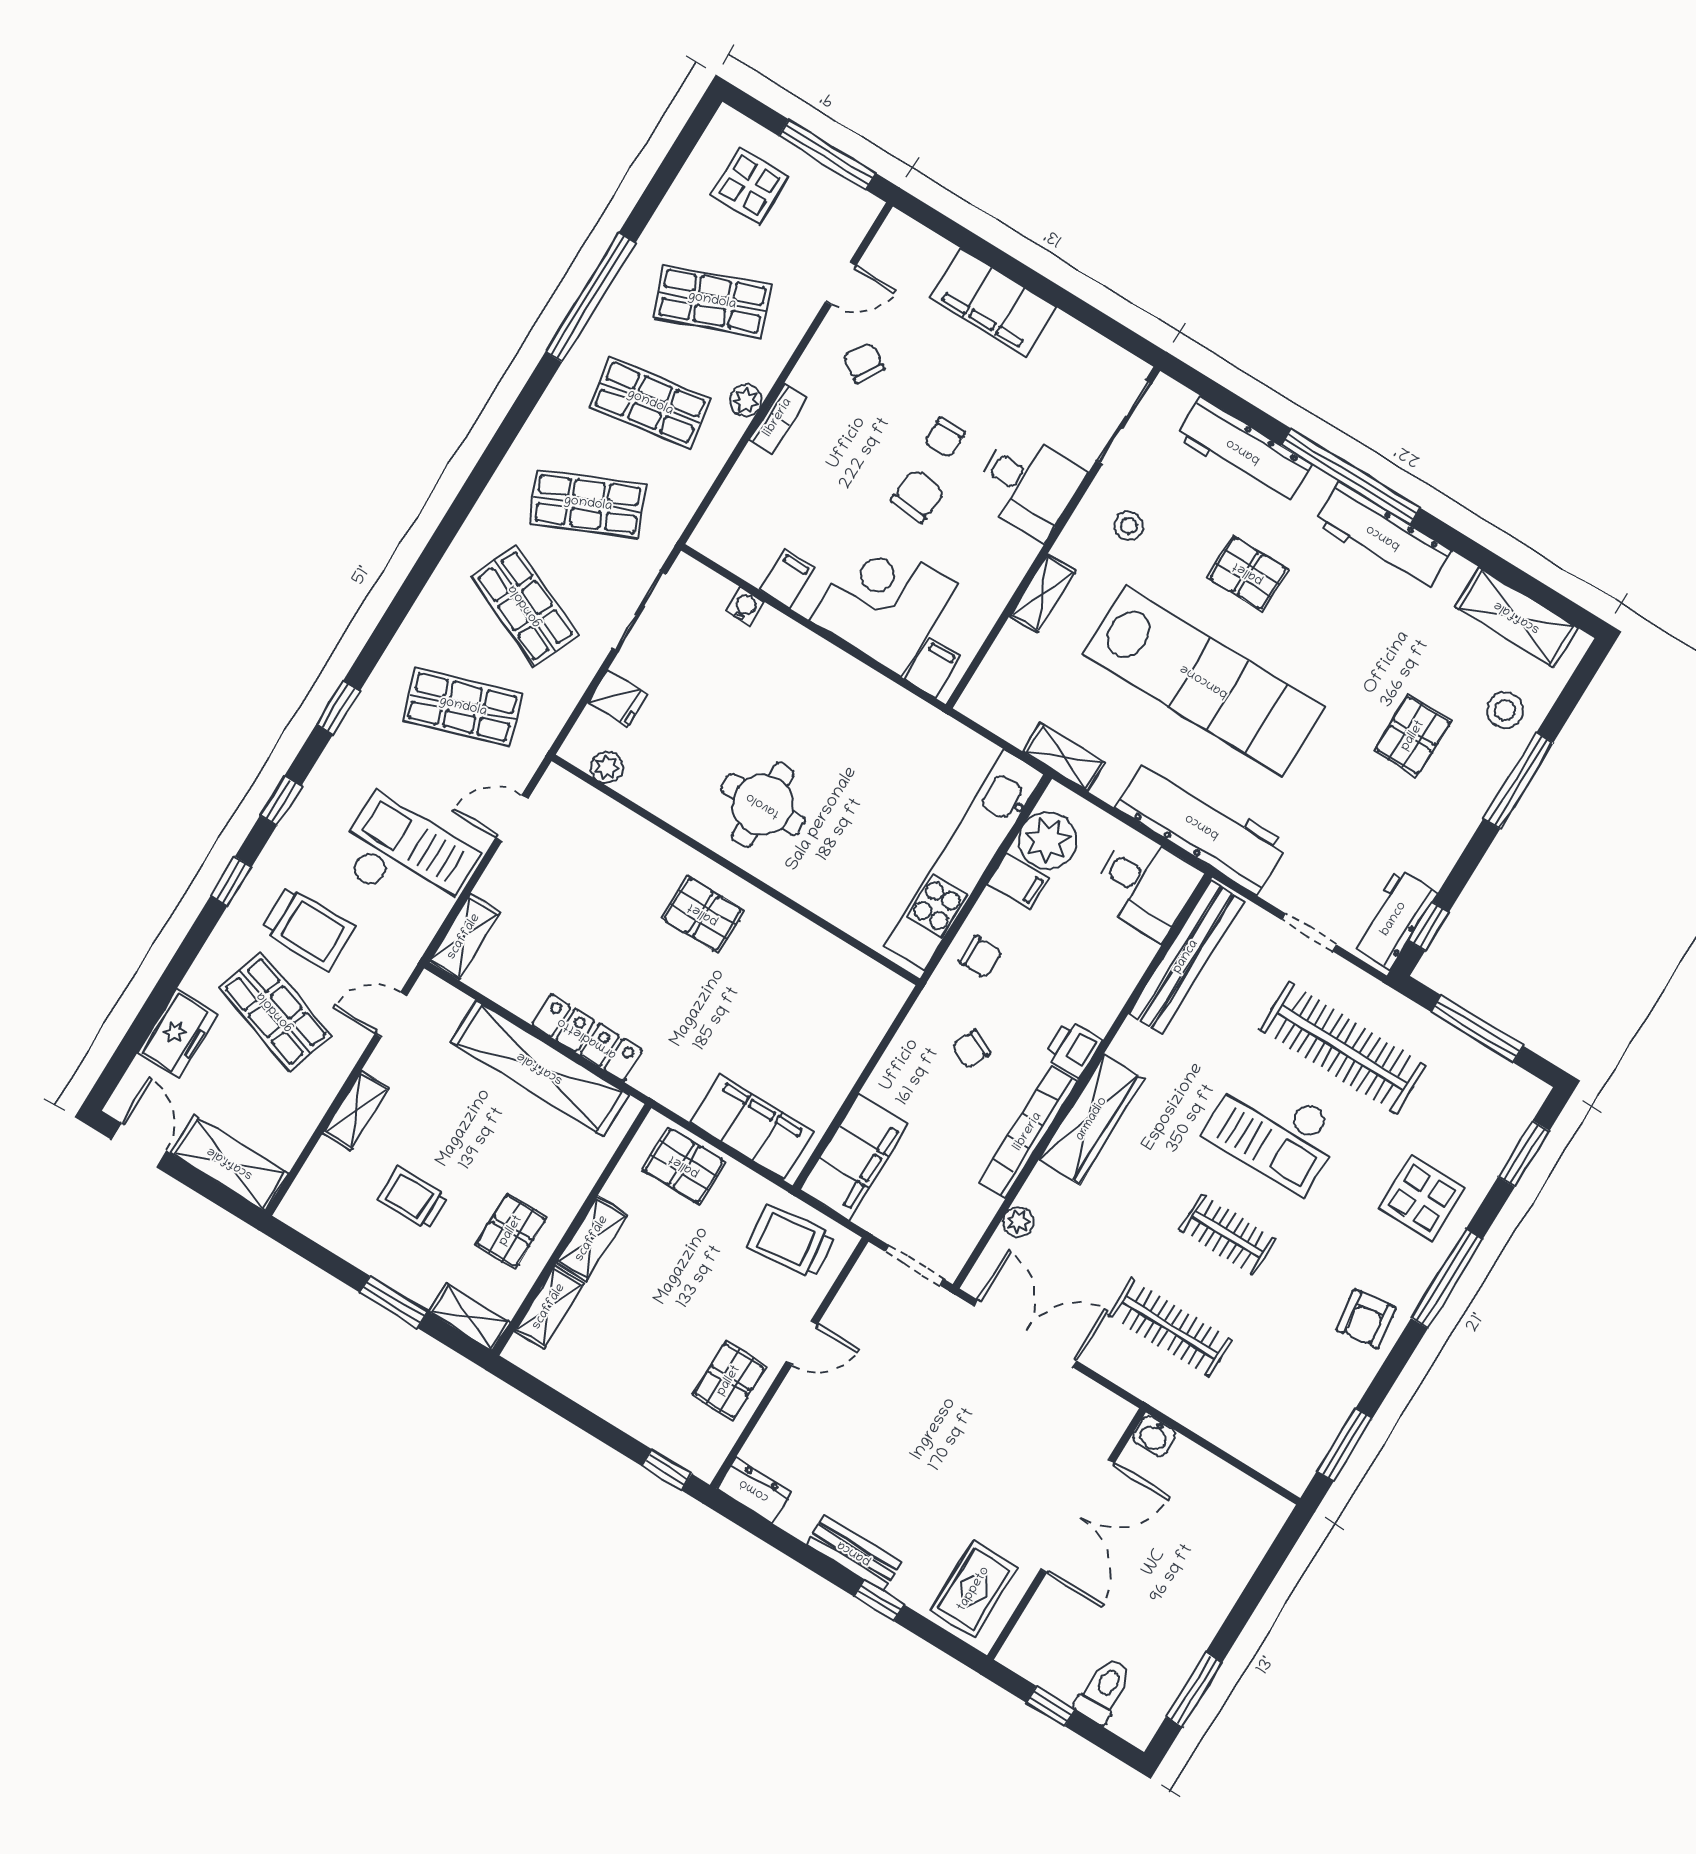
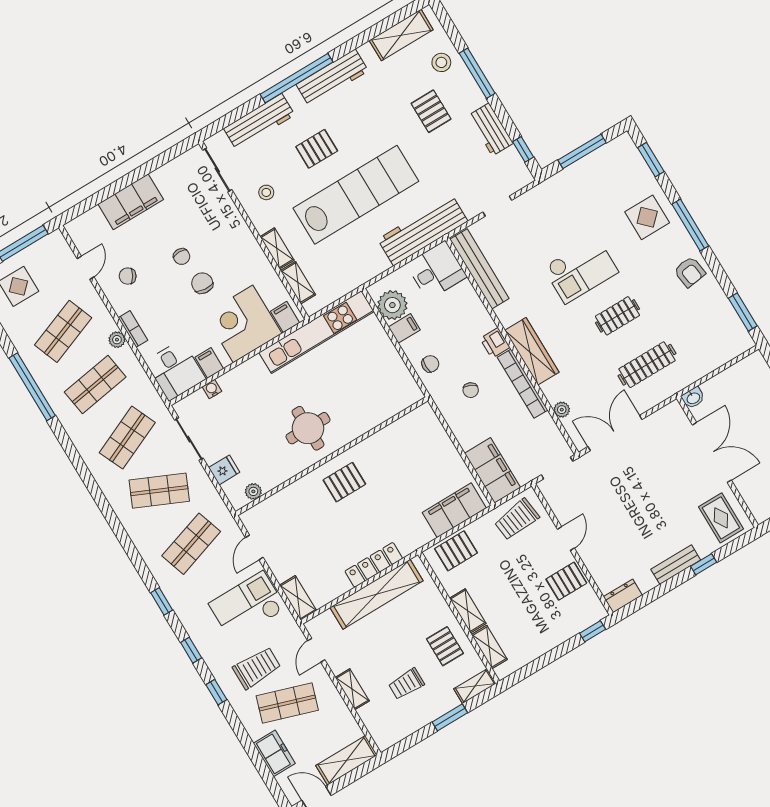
desk: (1028, 484) -> (175, 370), moved, turned 90
shelving: (1064, 757) -> (298, 283), moved, turned 90
kitchen unit: (965, 860) -> (316, 332), moved, turned -90
workbench: (1394, 919) -> (491, 129), moved
clothes rail: (1342, 1048) -> (559, 218), removed
pallet: (729, 1381) -> (566, 581), turned 90

